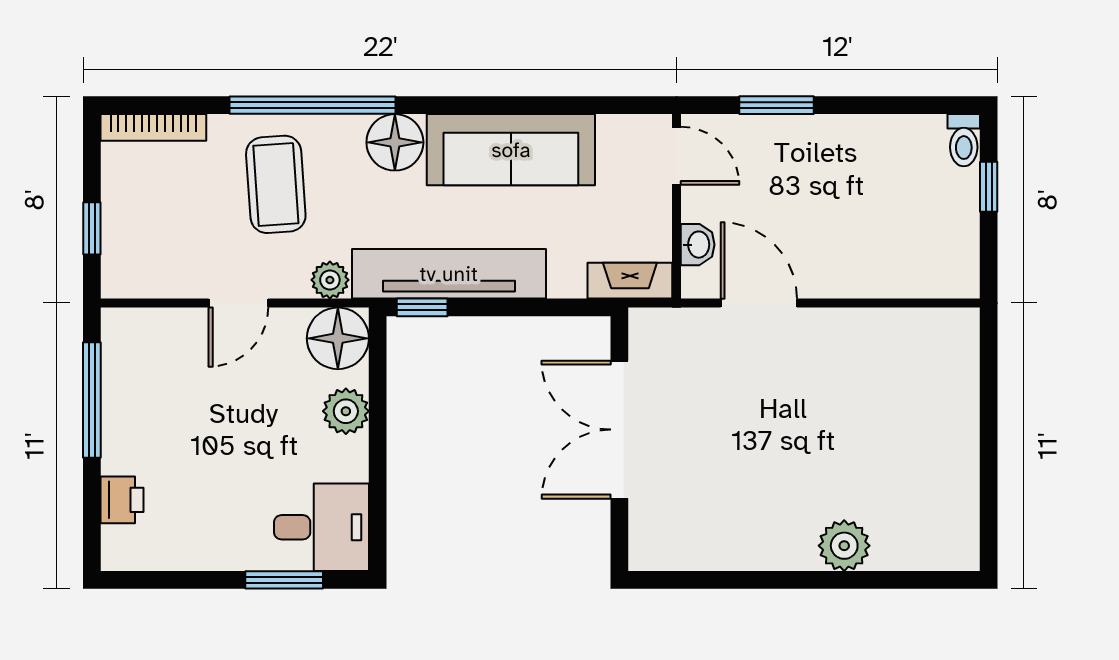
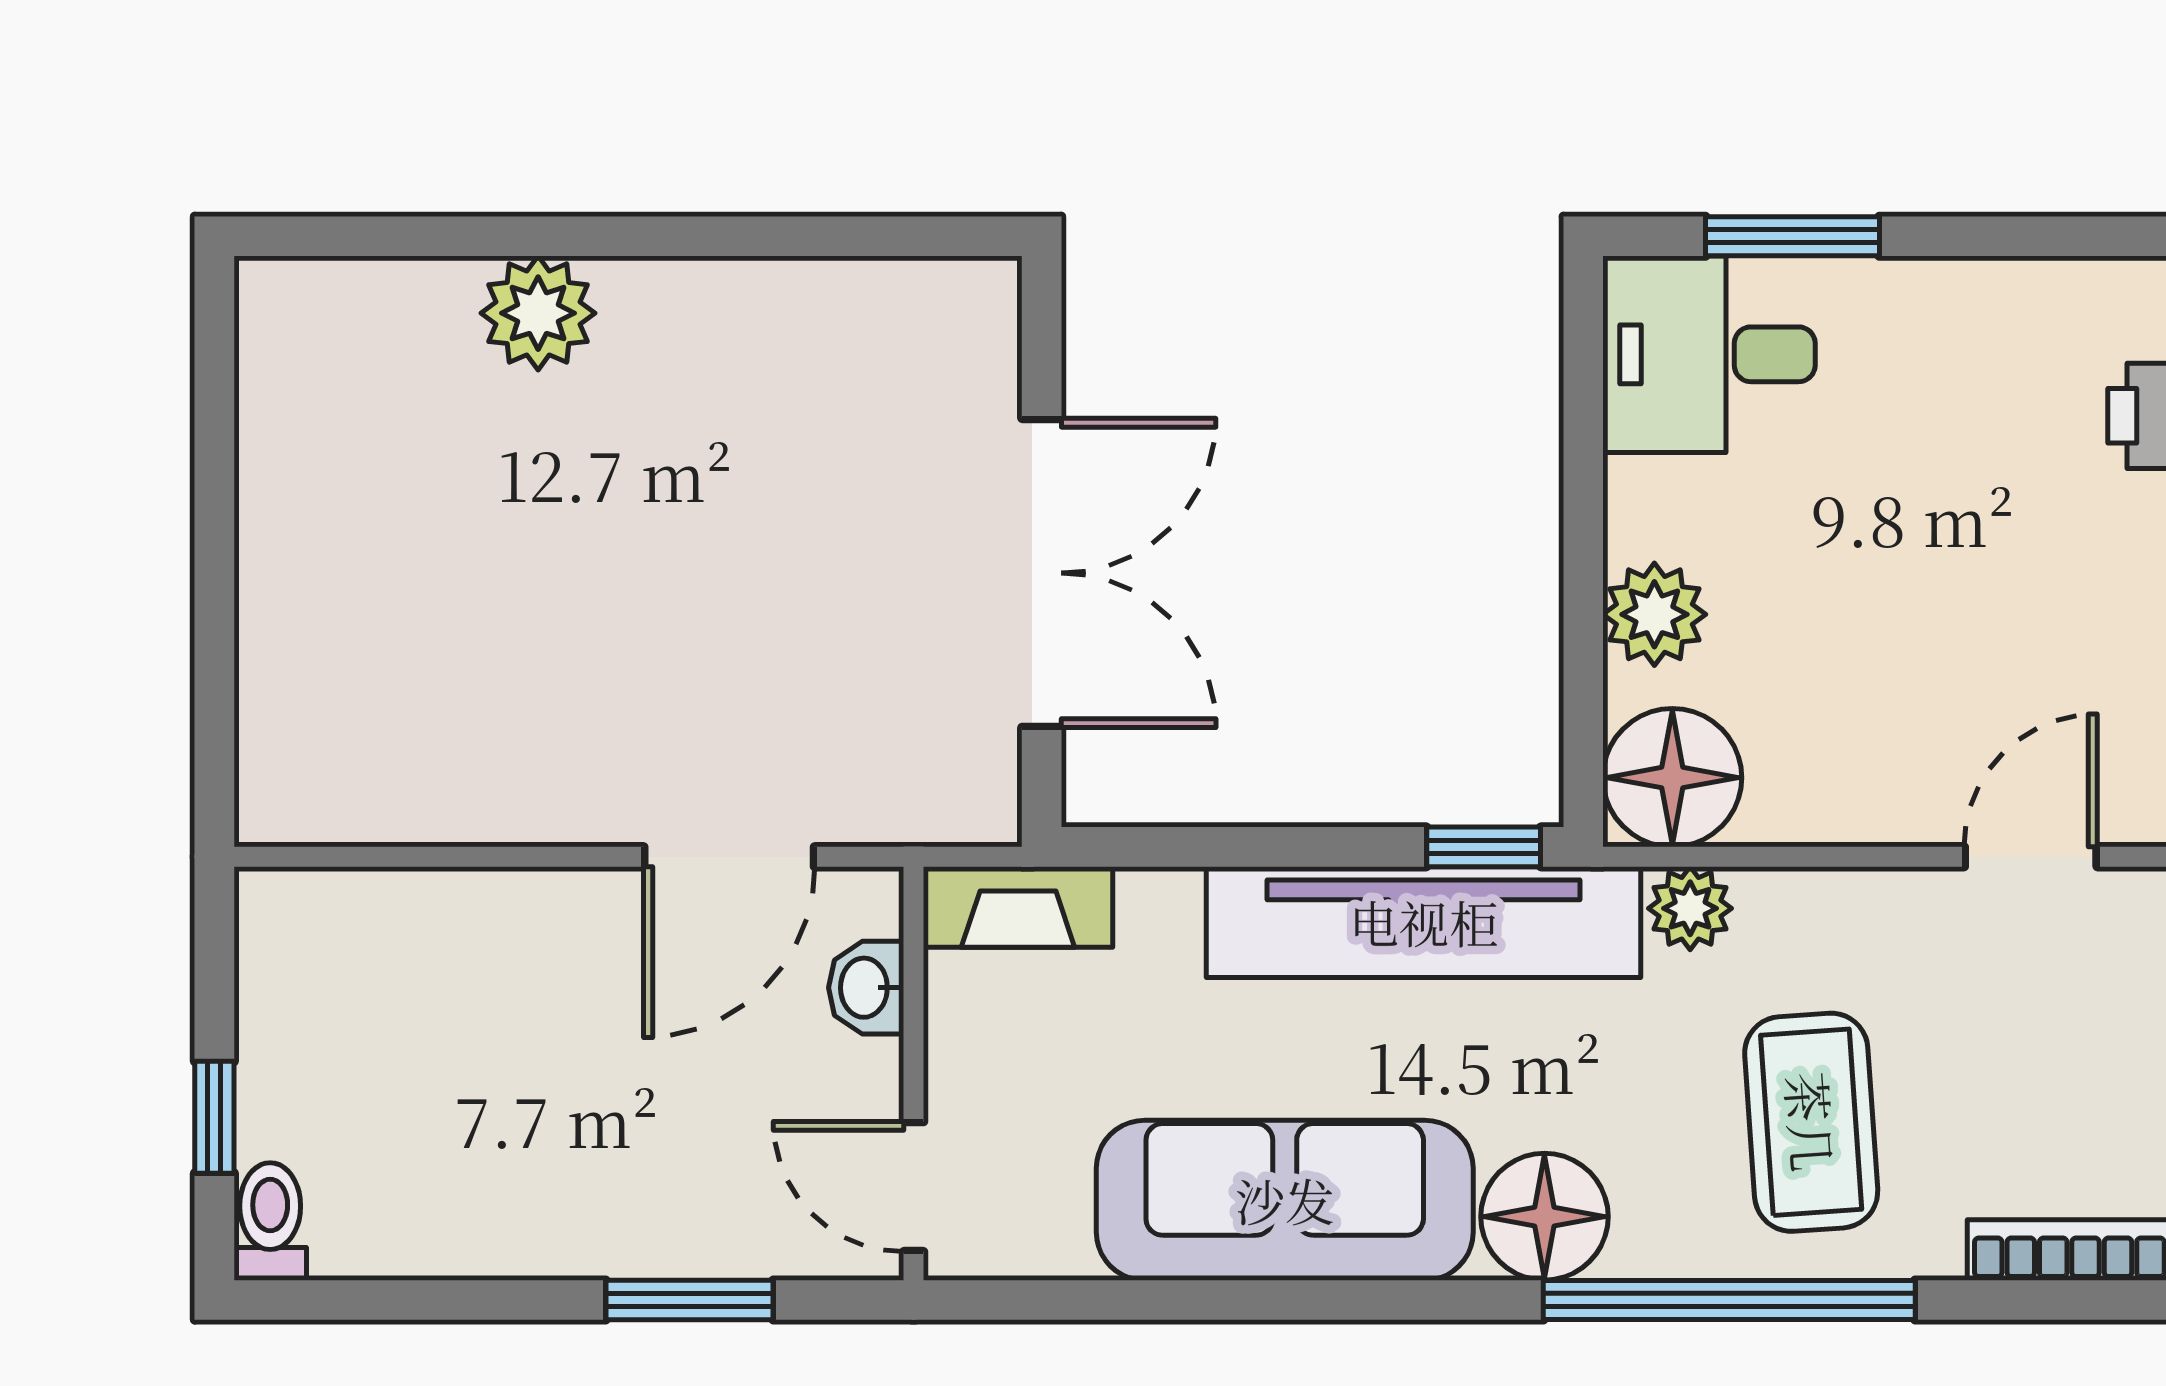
door: (238, 303) -> (2031, 857), moved
door: (759, 303) -> (729, 857), hinge flipped

